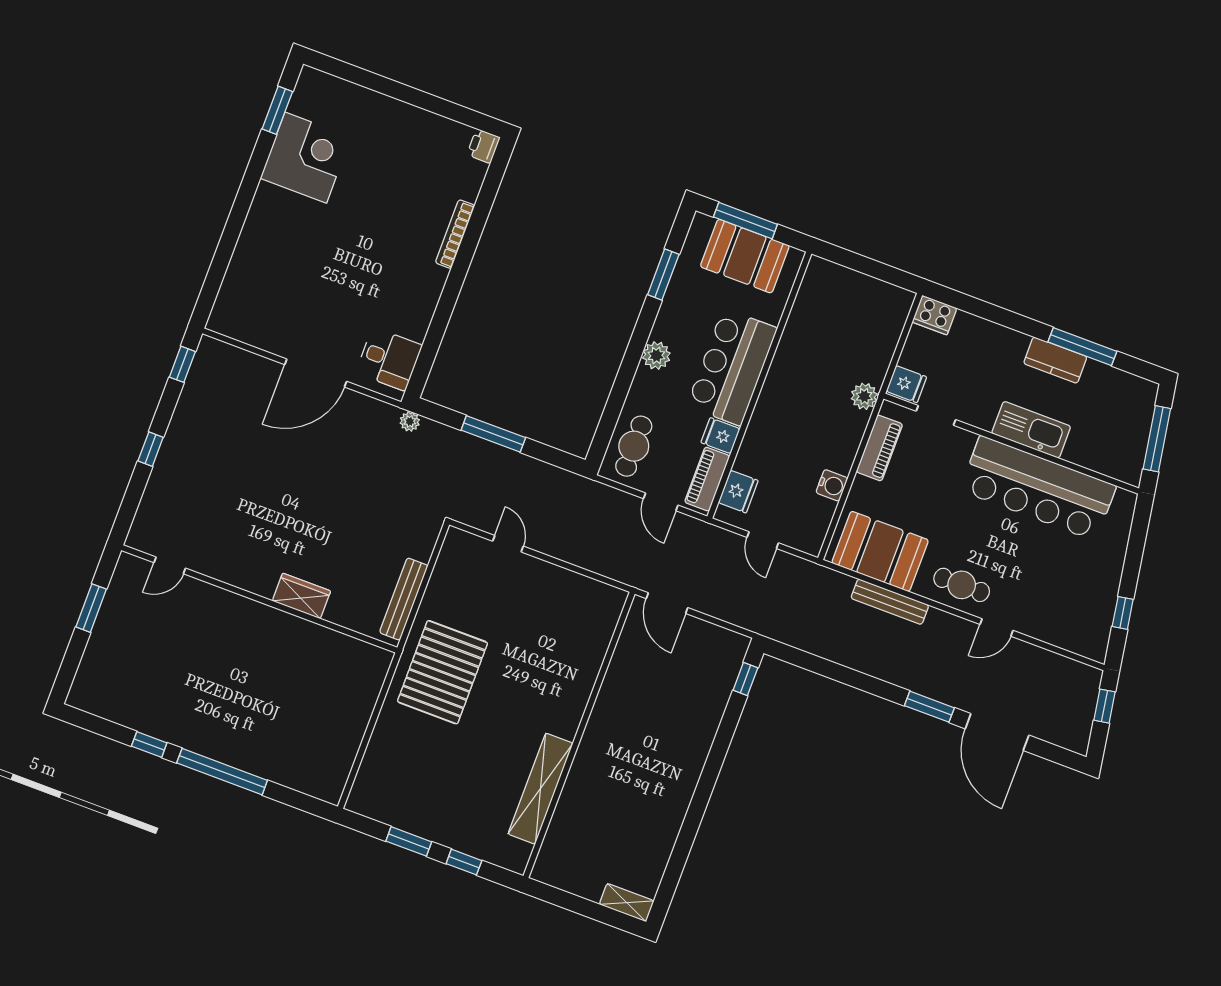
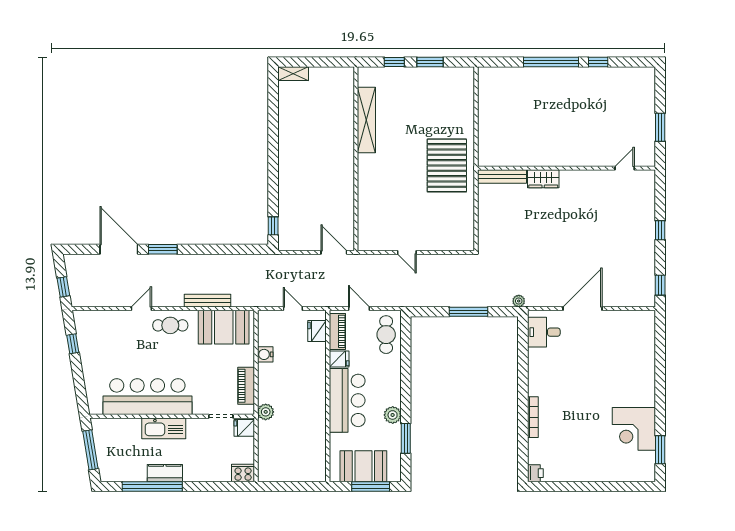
window: (1082, 347) -> (152, 486), width x1.46
plant: (656, 356) -> (393, 415), moved
door: (508, 544) -> (407, 252), moved
bench: (404, 599) -> (502, 177), moved, turned 90

